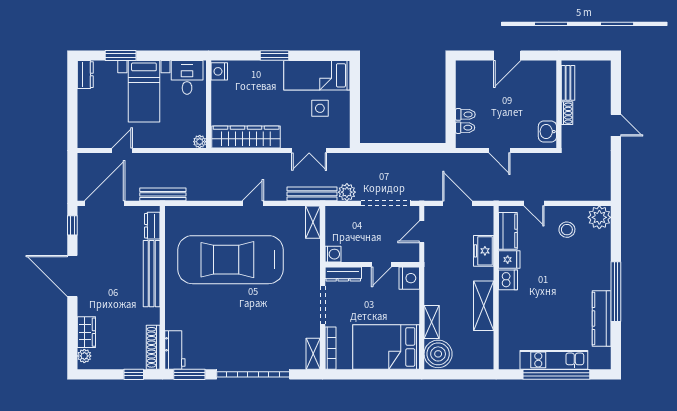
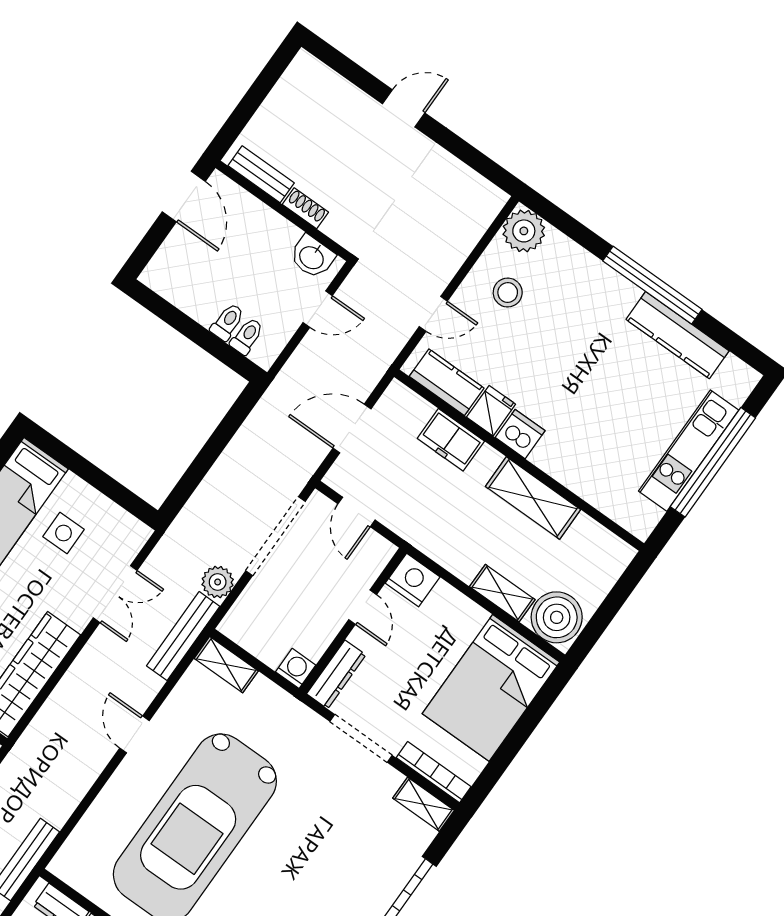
bench: (568, 83) -> (261, 174), moved
wall: (559, 104) -> (283, 211), moved
shoe rack: (567, 113) -> (305, 208), moved
washbasin: (547, 132) -> (312, 257), moved

